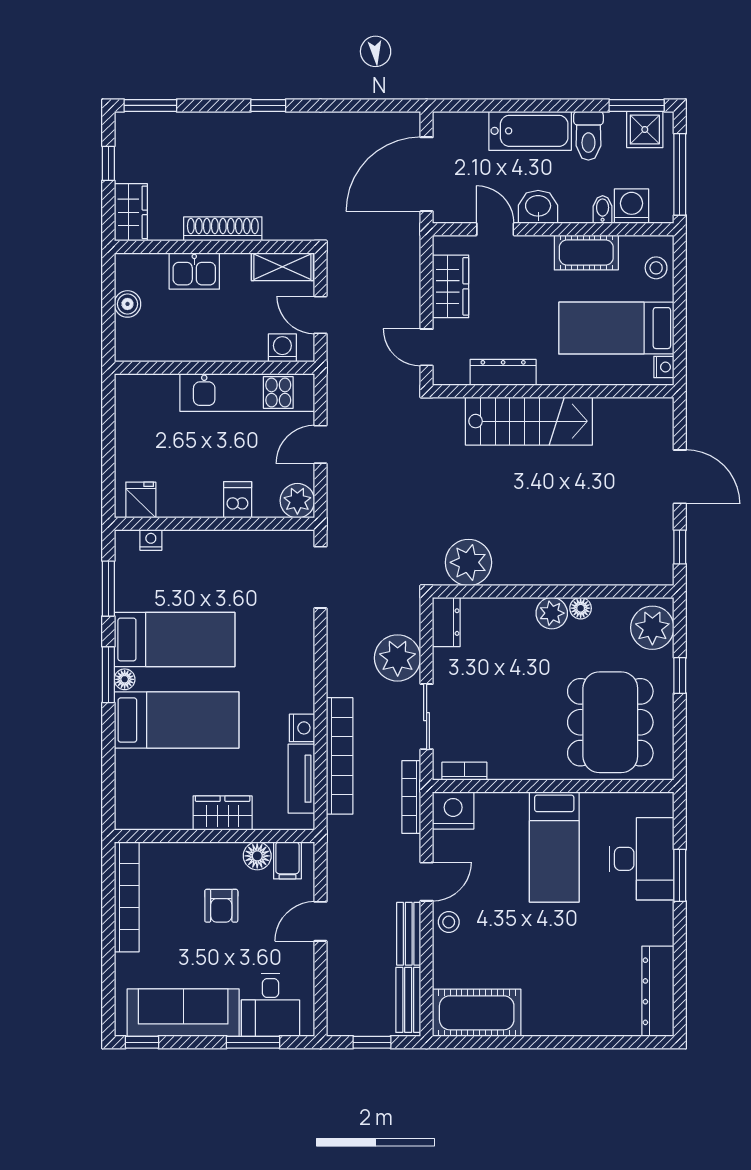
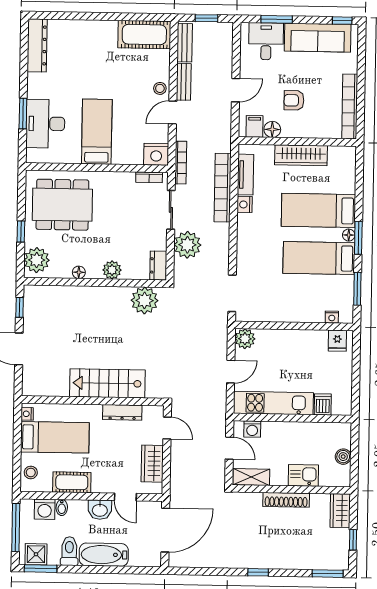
dishwasher: (238, 500) -> (323, 404), moved, turned 180
plant: (552, 613) -> (112, 270), moved
dining table: (610, 722) -> (62, 205), turned 90
wardrobe: (223, 813) -> (301, 155), width x1.50
armchair: (221, 906) -> (294, 100), turned -90

